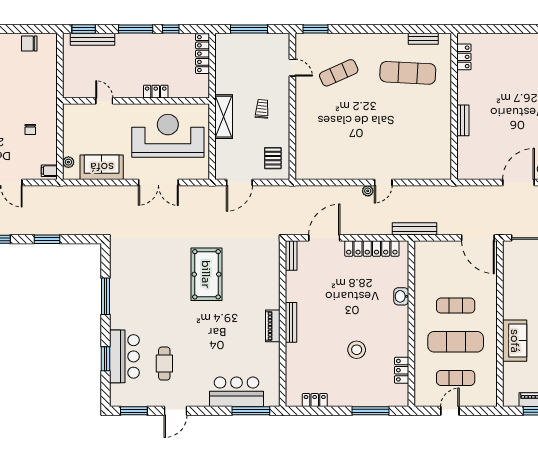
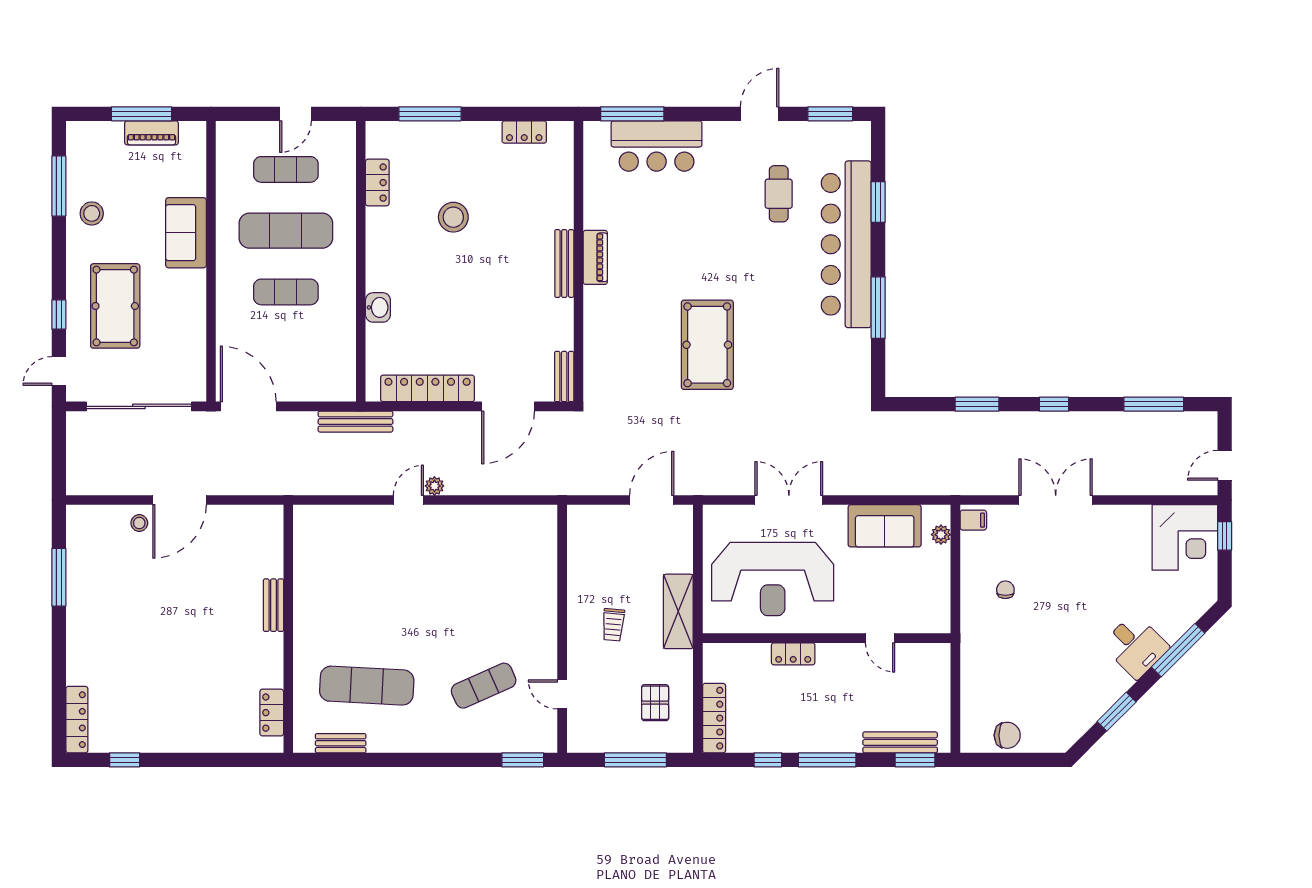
pallet: (273, 158) -> (655, 703), moved
bar counter: (124, 356) -> (846, 244), width x1.86

